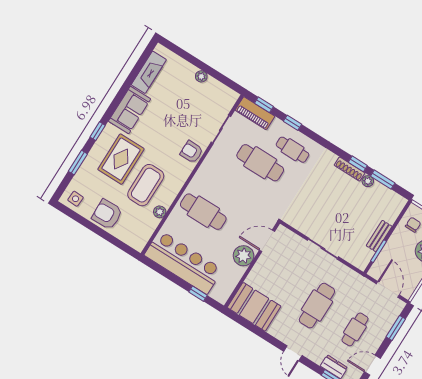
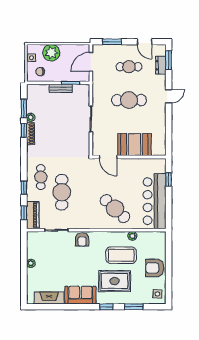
cafe table: (203, 212) -> (115, 209), turned -47
armchair: (107, 214) -> (155, 268), turned 92
plant: (243, 256) -> (127, 166), removed
booth: (254, 307) -> (134, 145), moved, turned 90

